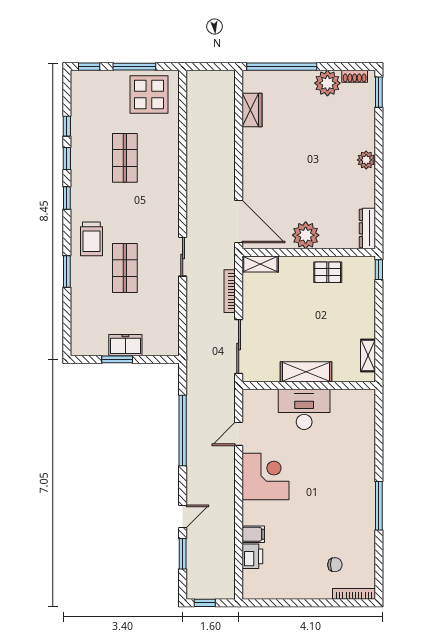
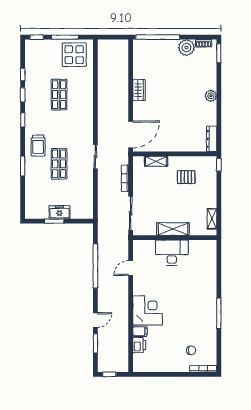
wardrobe: (252, 110) -> (139, 90), moved
door: (239, 221) -> (131, 135), hinge flipped
plant: (306, 235) -> (173, 143), removed
shelving: (260, 264) -> (156, 161), moved
pallet: (328, 272) -> (186, 177), moved
corner desk: (266, 476) -> (148, 310), moved

